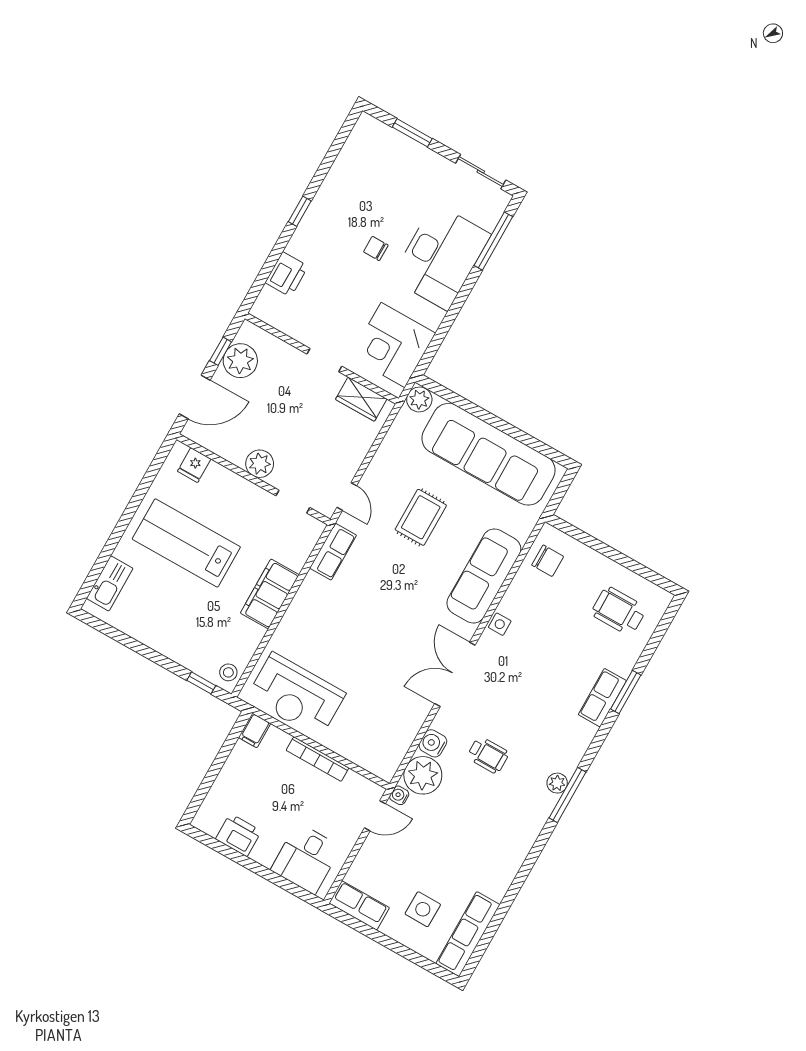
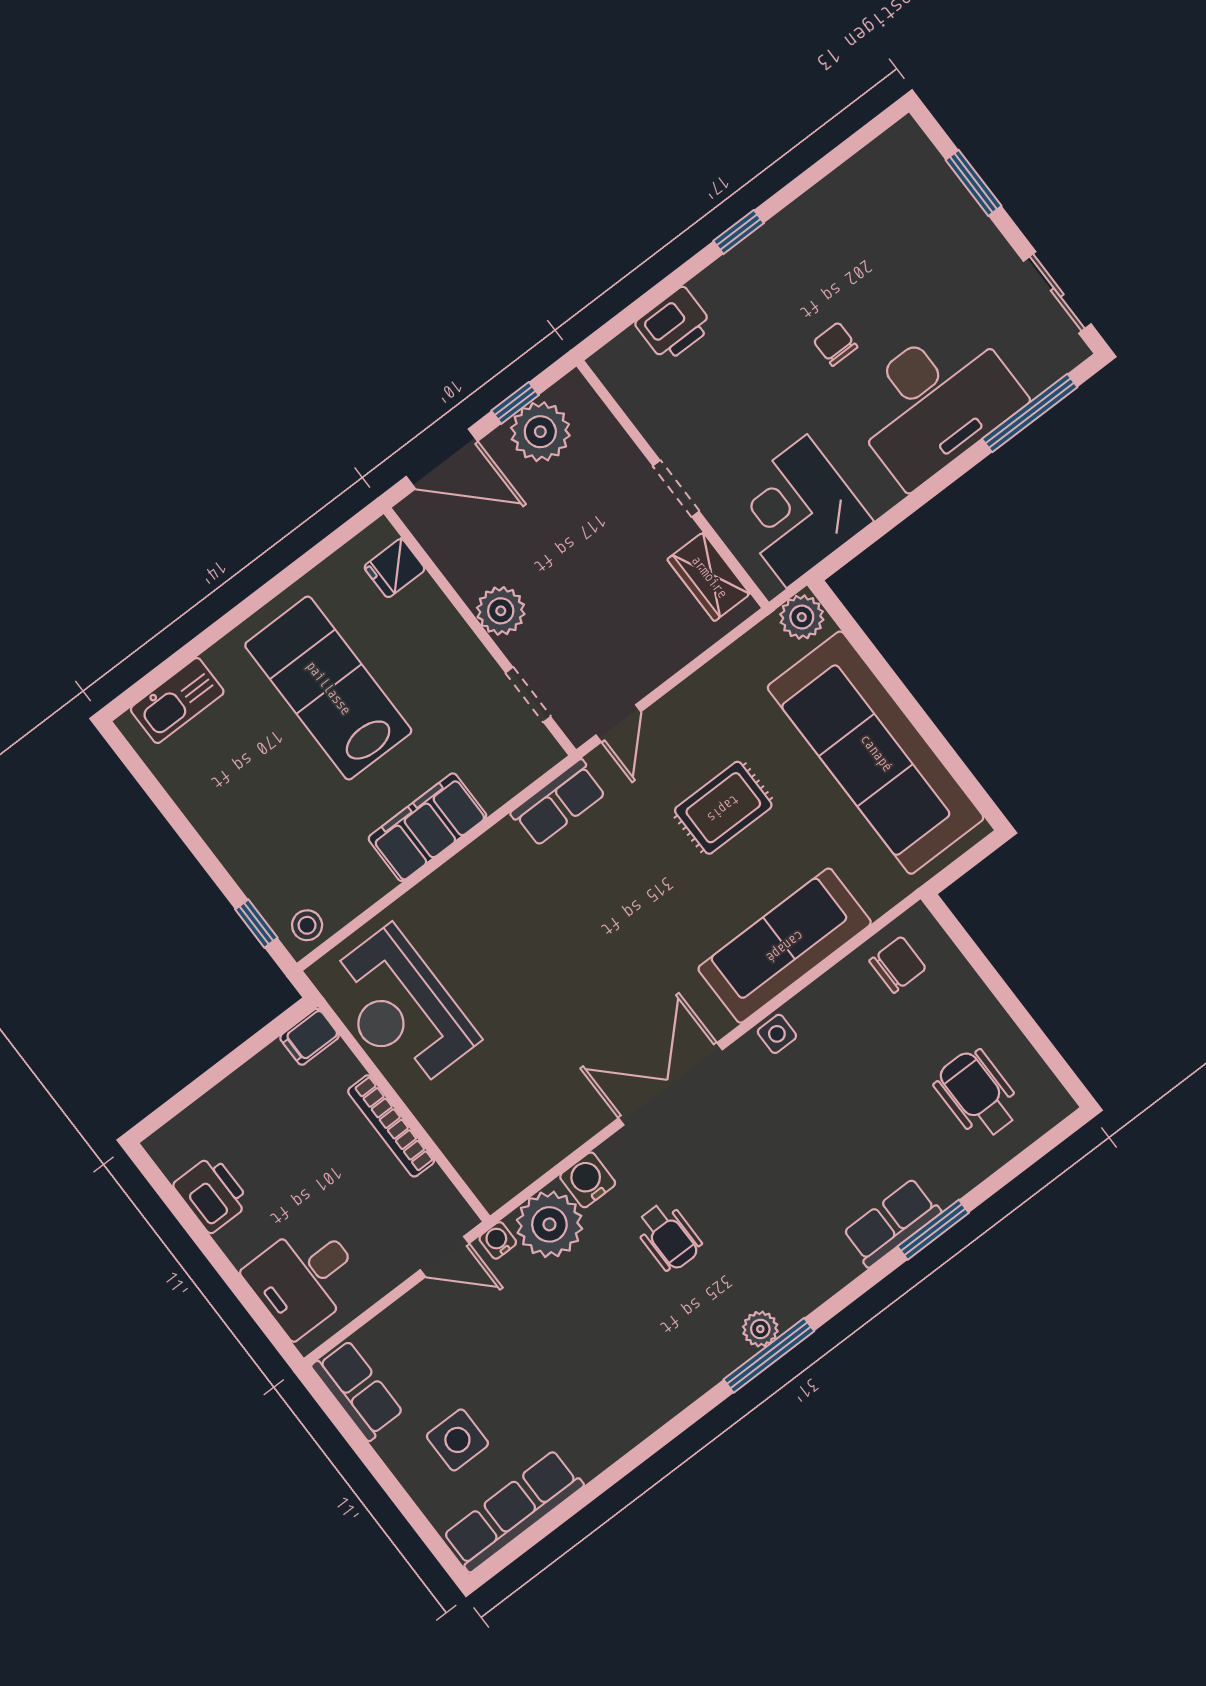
chair: (548, 561) -> (898, 965), turned -90

